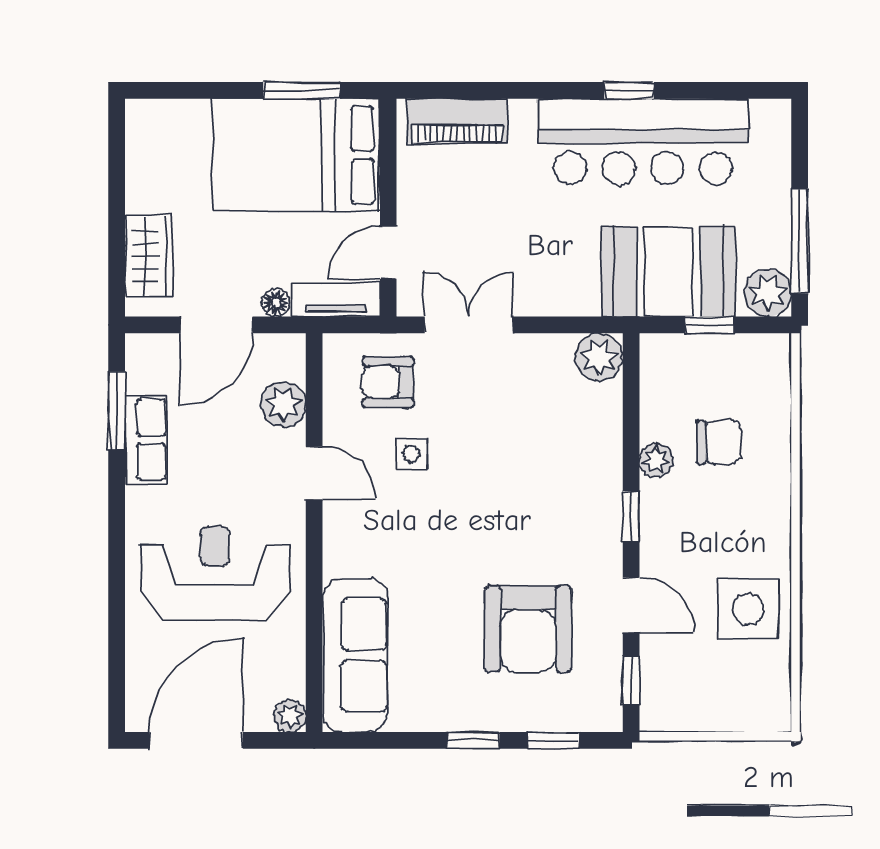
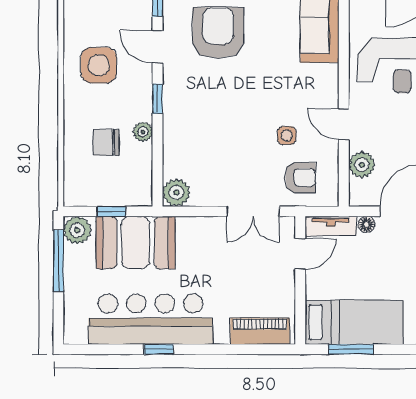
bed: (296, 155) -> (354, 322), width x0.67
side table: (748, 609) -> (99, 65), moved

